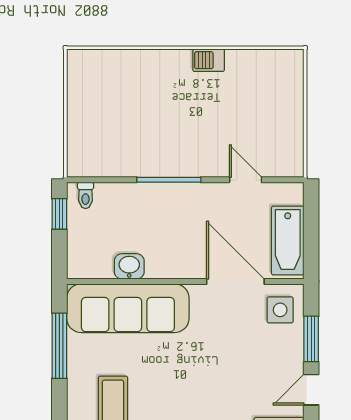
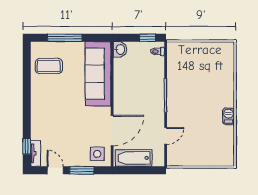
washbasin: (129, 266) -> (120, 49), moved
window: (59, 346) -> (65, 38), moved

